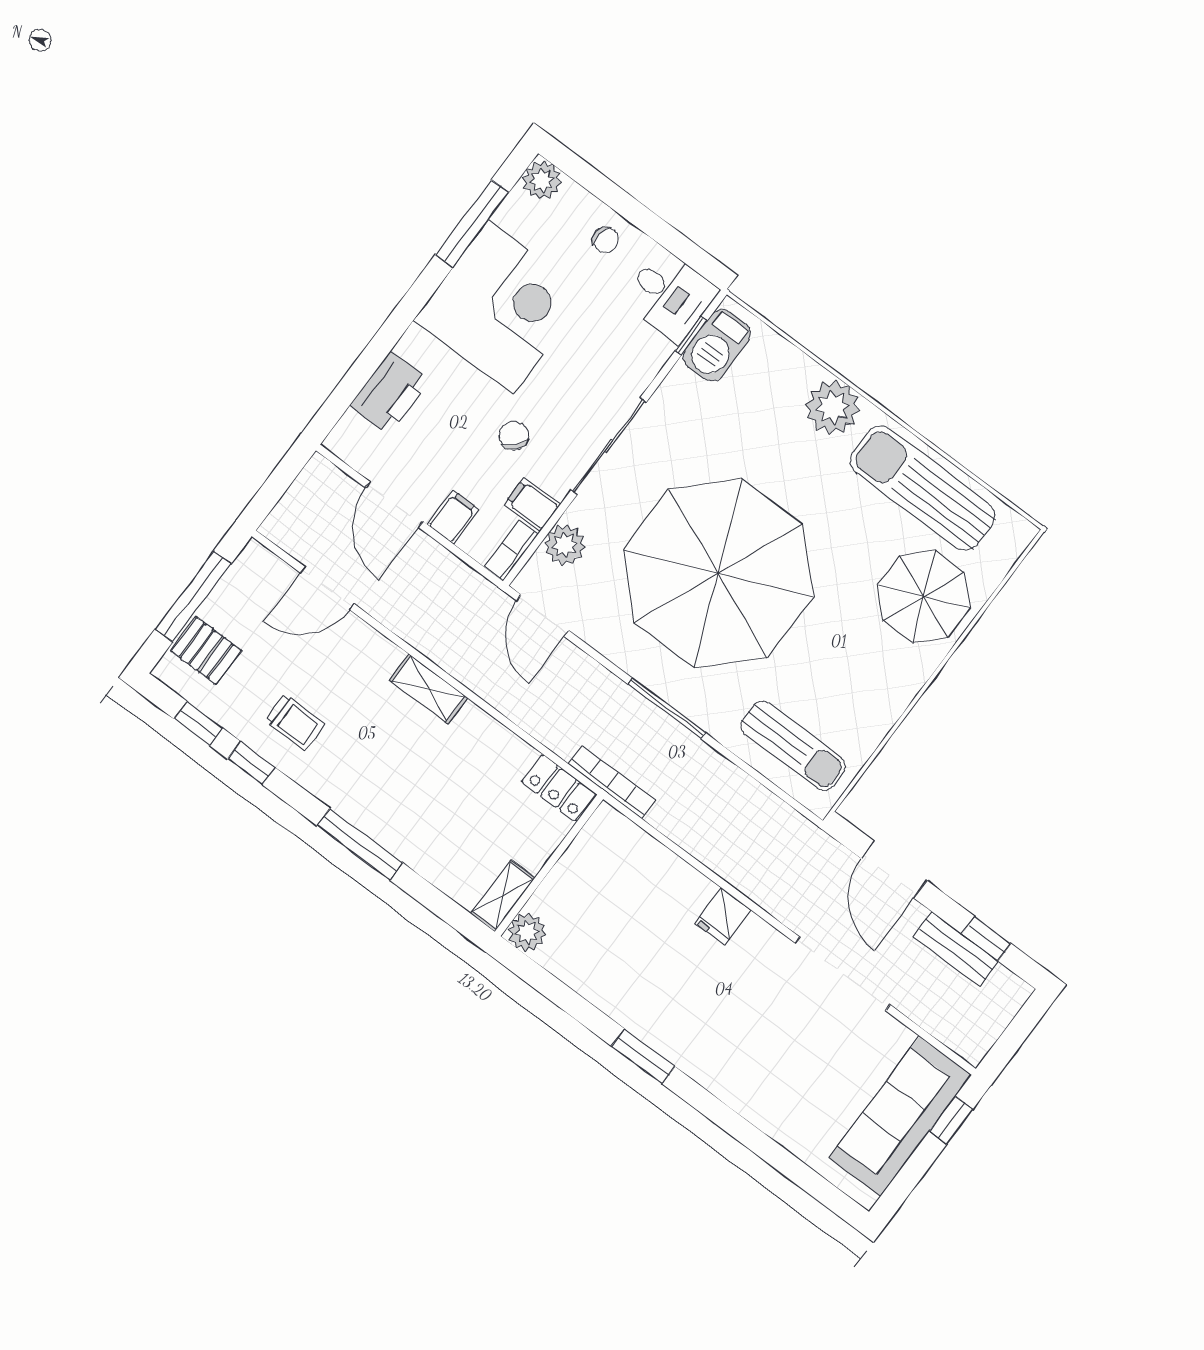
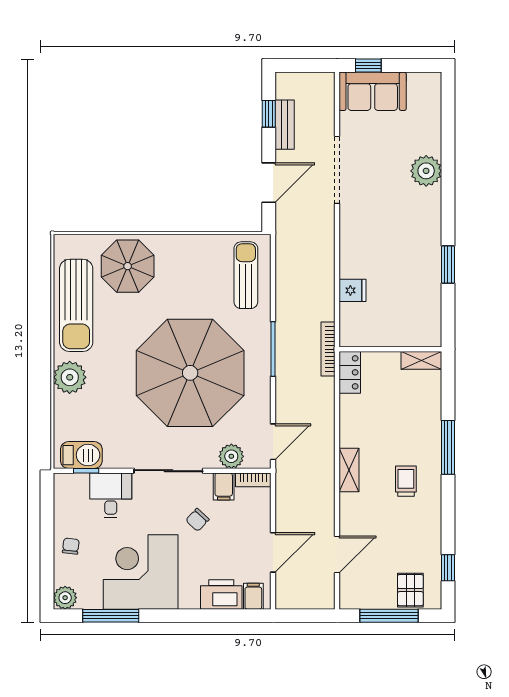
desk: (670, 295) -> (111, 495), moved
filing cabinet: (453, 517) -> (253, 596), moved, turned 90
door: (327, 588) -> (337, 554), hinge flipped
trolley: (295, 722) -> (406, 481), moved
window: (251, 763) -> (448, 528), removed
fridge: (723, 917) -> (353, 290), moved
plant: (527, 932) -> (426, 171), moved, width x1.36, depth x1.36
window: (643, 1056) -> (448, 265), moved
sofa: (900, 1116) -> (373, 91), width x0.73

